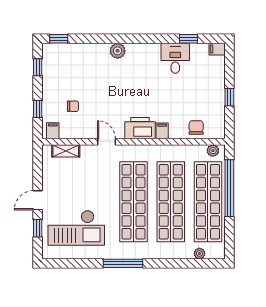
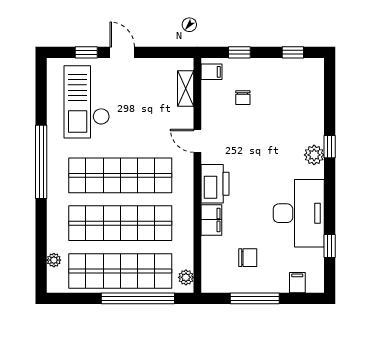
window: (59, 39) -> (330, 147), moved
filing cabinet: (217, 49) -> (297, 283), moved
desk: (175, 58) -> (299, 213), width x1.87, depth x1.30
window: (229, 97) -> (255, 298), width x2.17
chair: (196, 127) -> (248, 258), moved
filing cabinet: (162, 131) -> (211, 220), width x2.00
door: (106, 142) -> (197, 141), swing flipped
window: (123, 263) -> (41, 162), width x1.46

